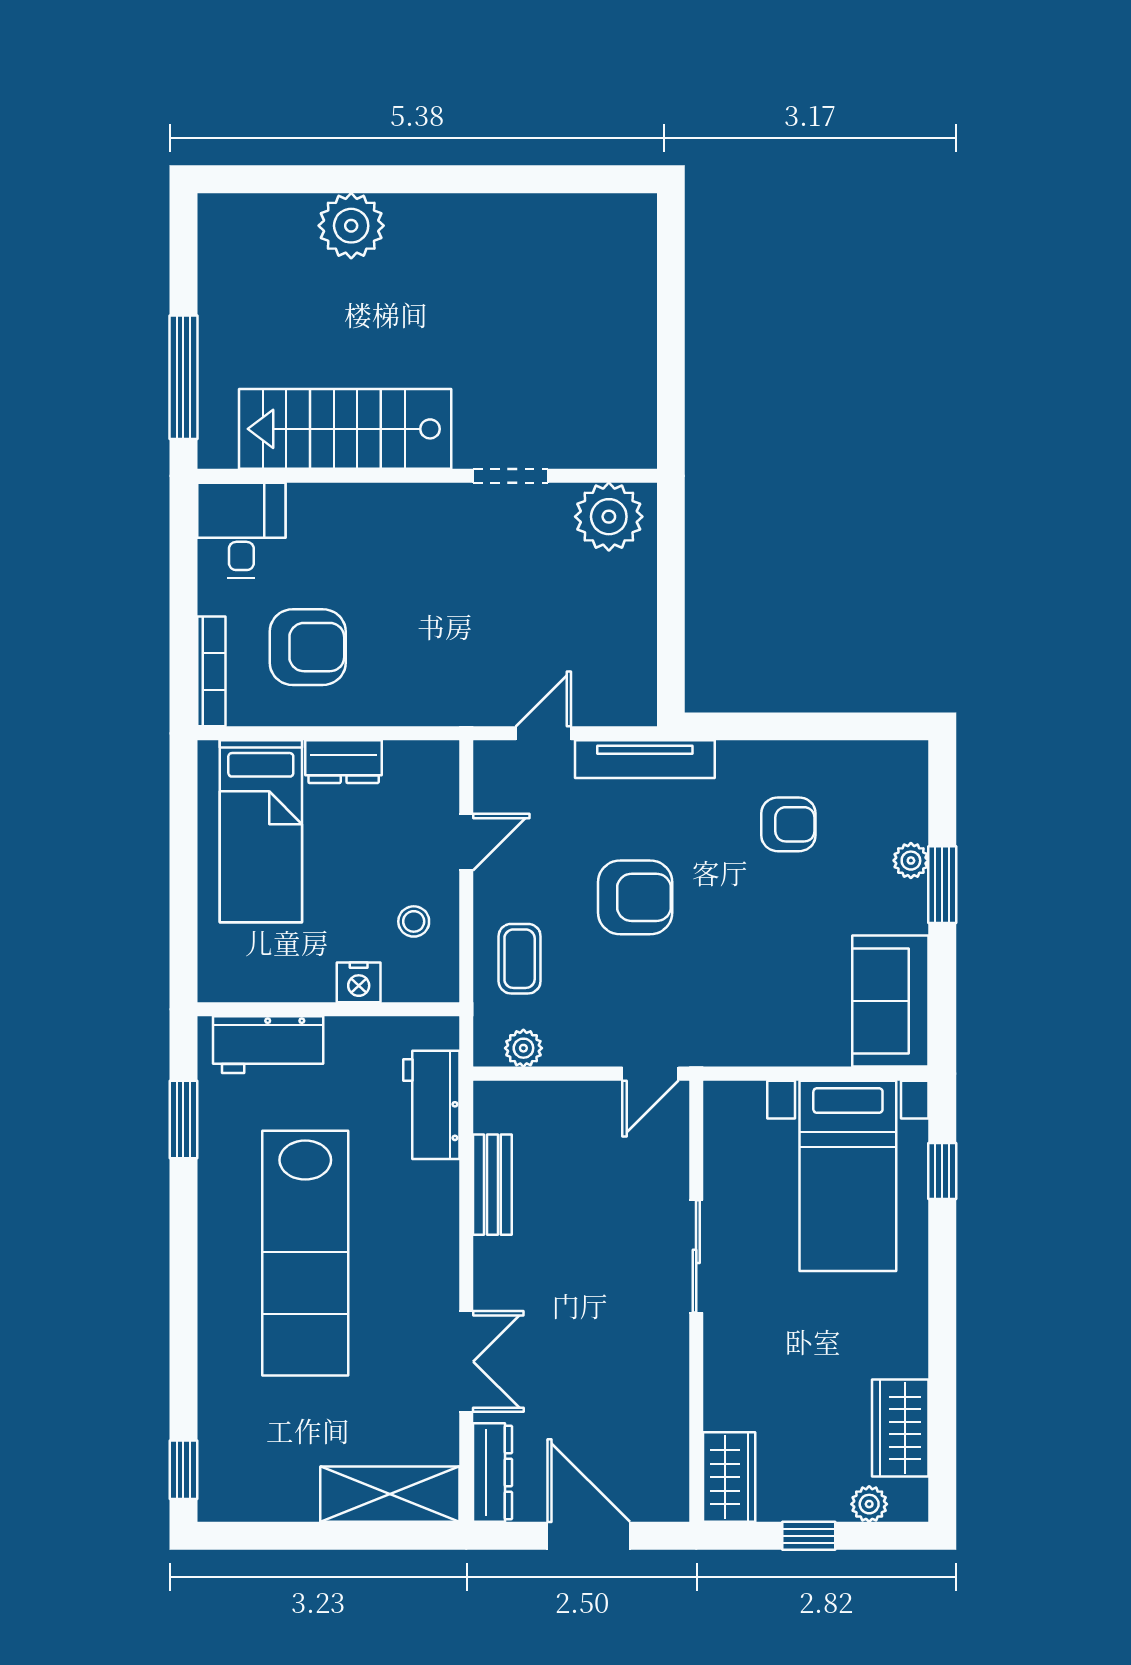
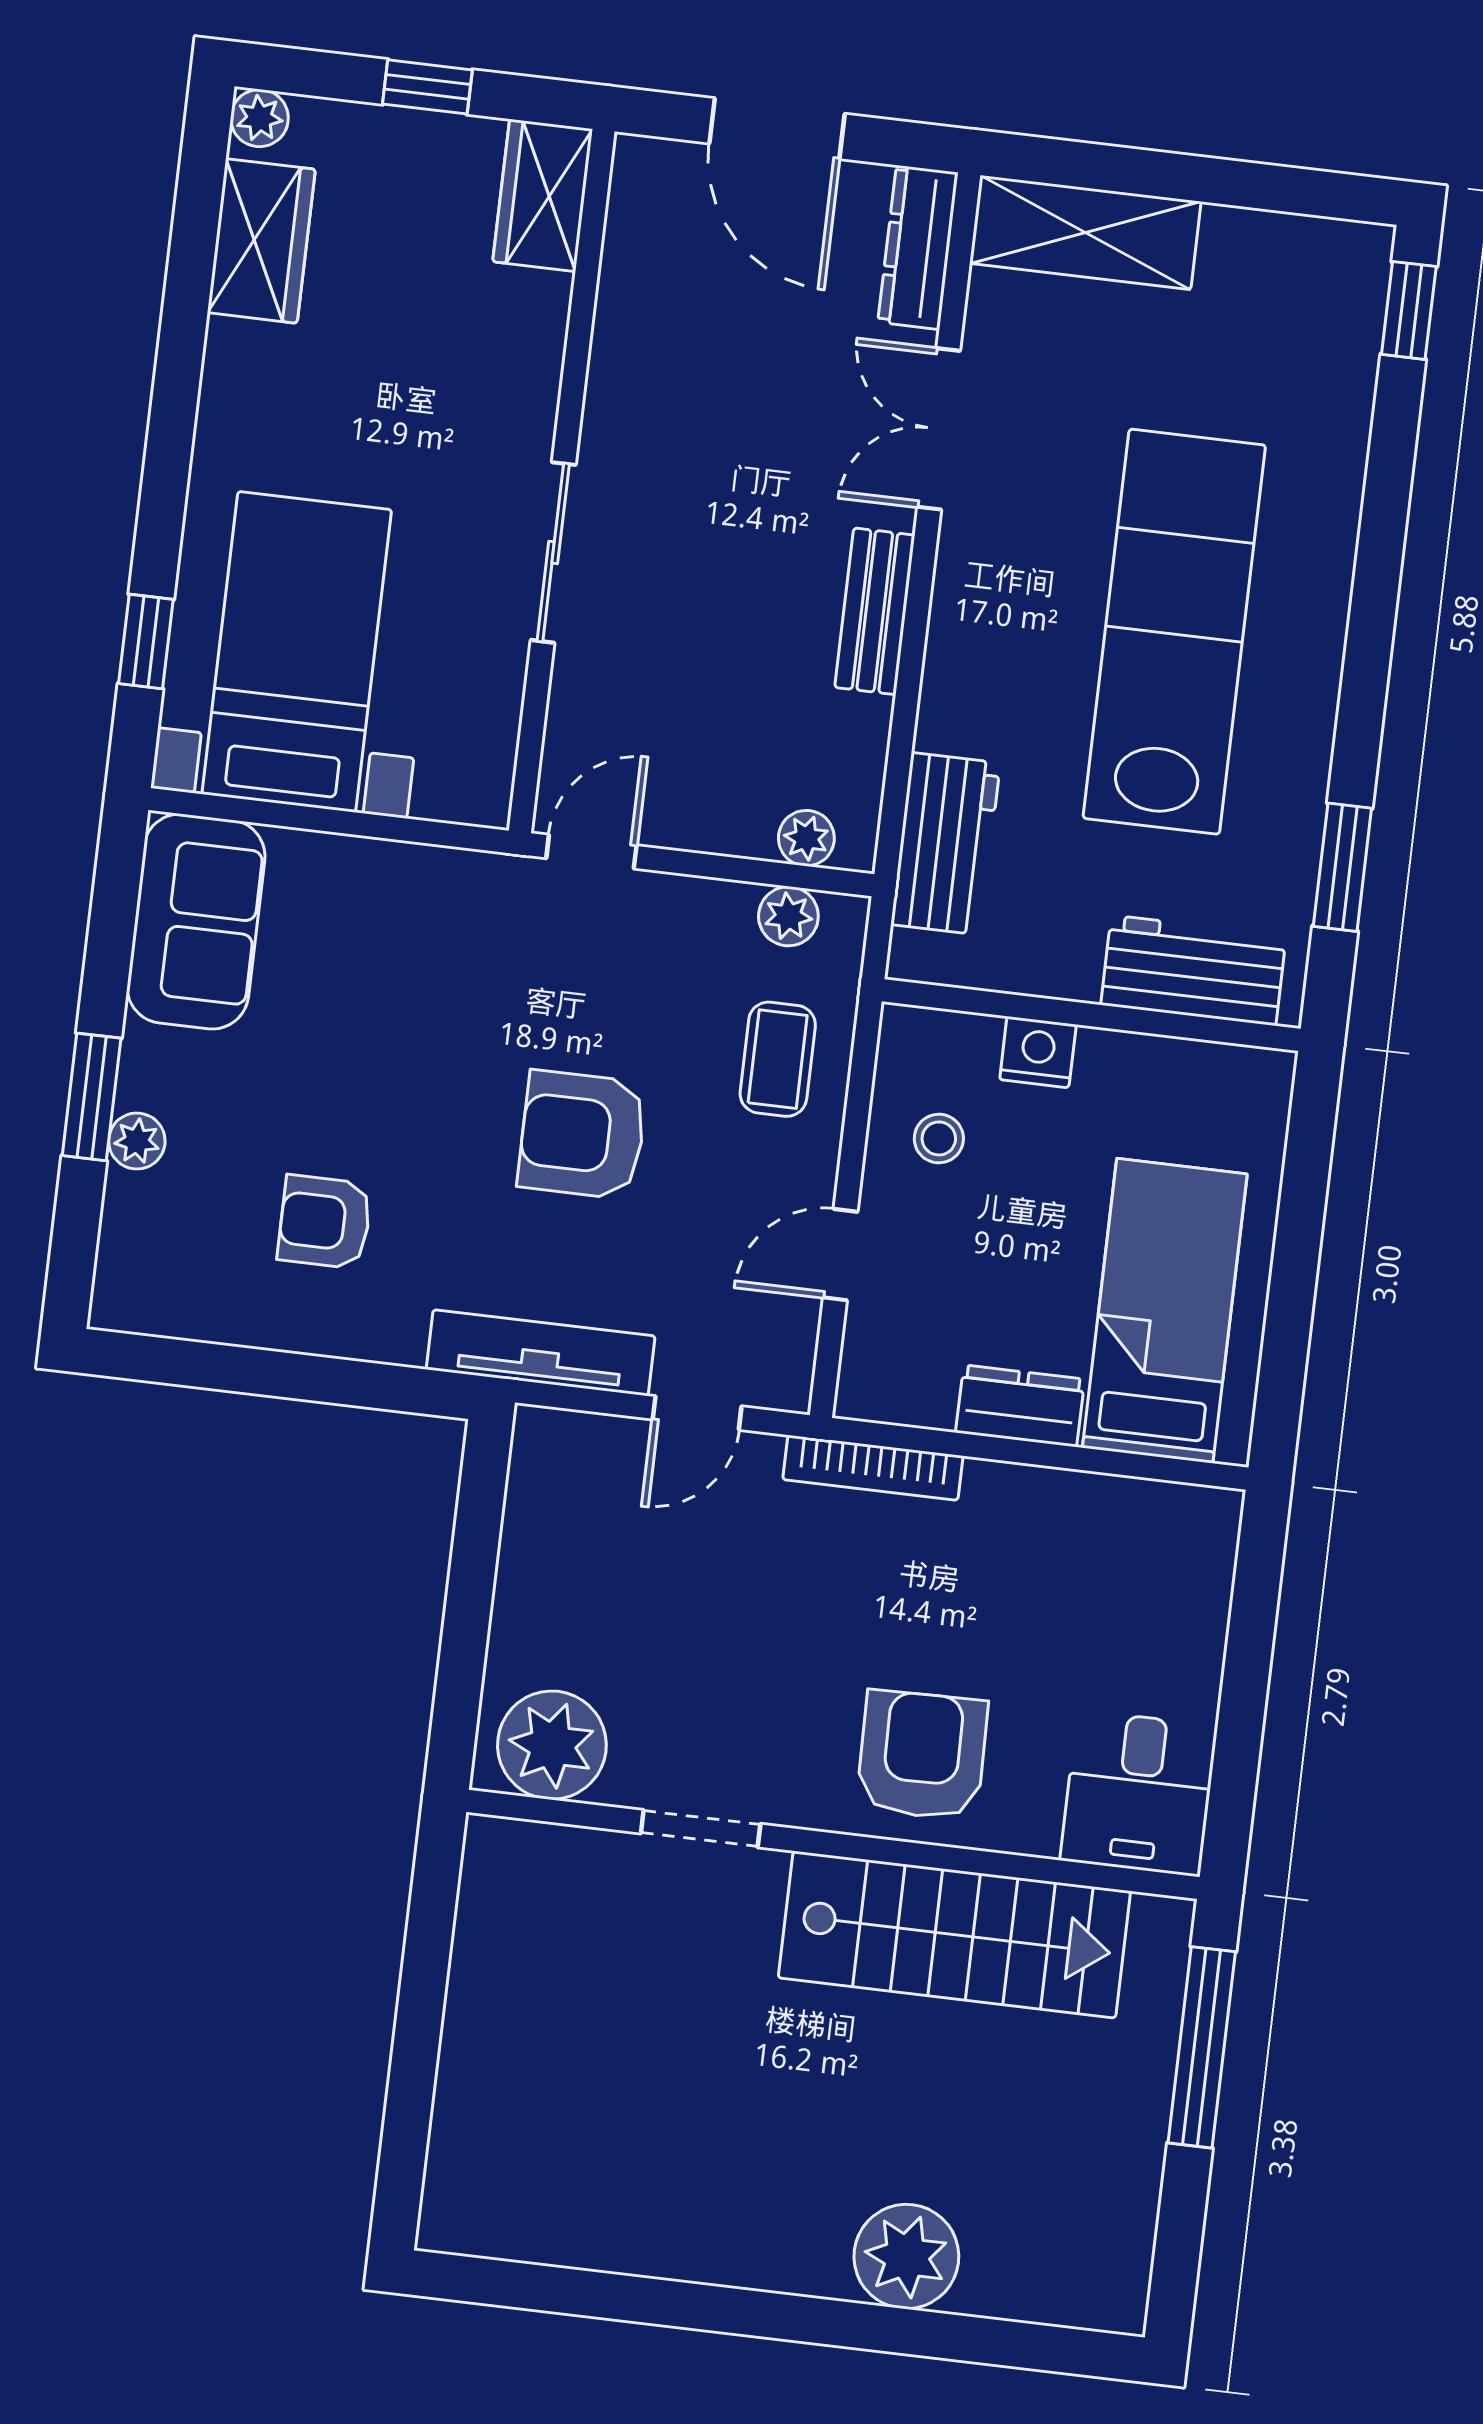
armchair: (308, 647) -> (922, 1755), moved, turned 89
bookcase: (211, 671) -> (873, 1468), moved, turned -90
plant: (518, 1098) -> (806, 838), added
bench: (492, 1185) -> (875, 611), moved
plant: (869, 1504) -> (259, 118), moved

